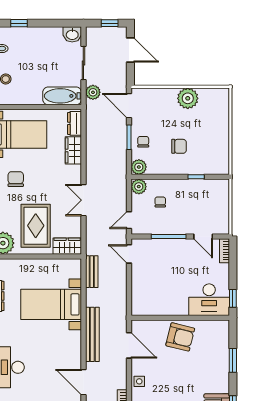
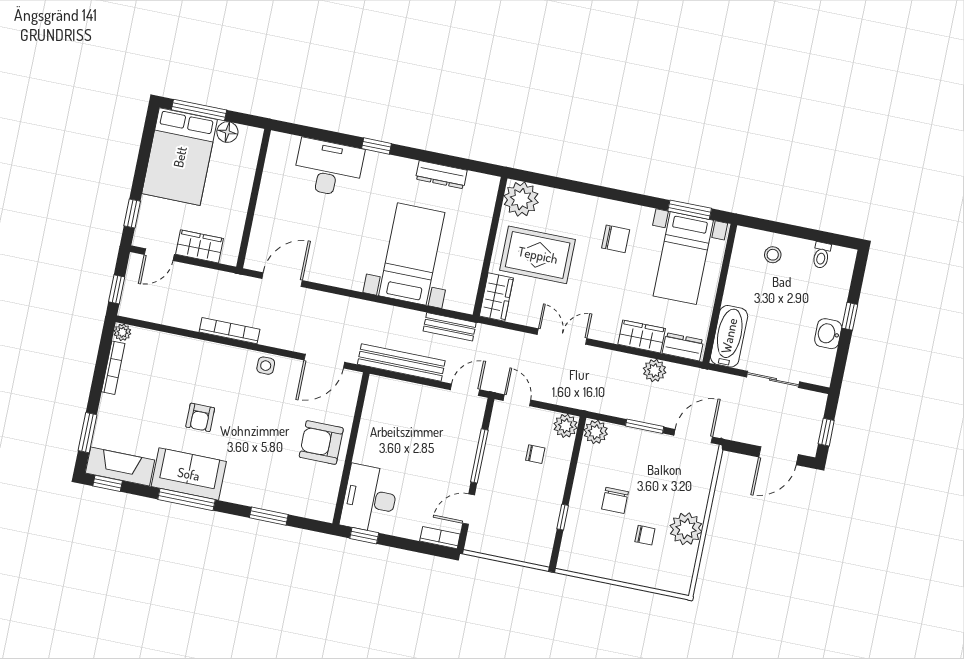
window: (19, 23) -> (850, 316), moved
washbasin: (72, 34) -> (828, 334), moved
plant: (93, 92) -> (655, 370), moved
chair: (143, 142) -> (645, 535), moved
bench: (92, 334) -> (401, 362), moved
armchair: (180, 337) -> (321, 443), turned 76

